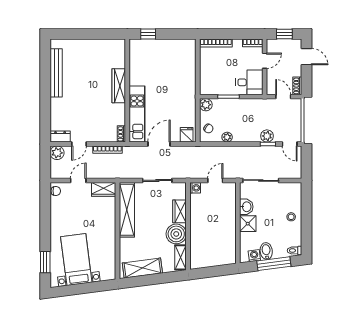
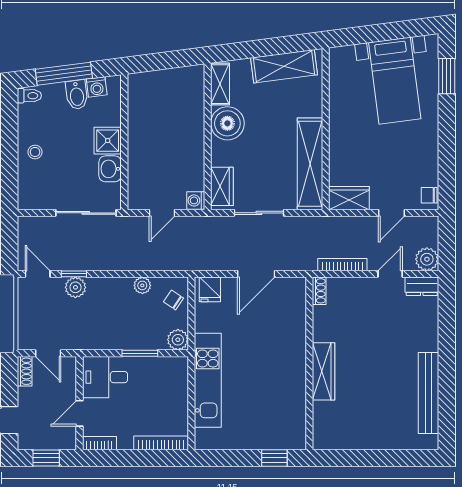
kitchen unit: (137, 114) -> (208, 380), moved, turned 180
wardrobe: (180, 211) -> (222, 186), moved

